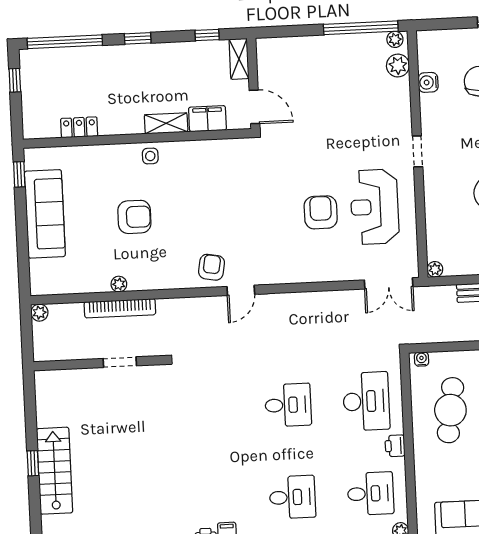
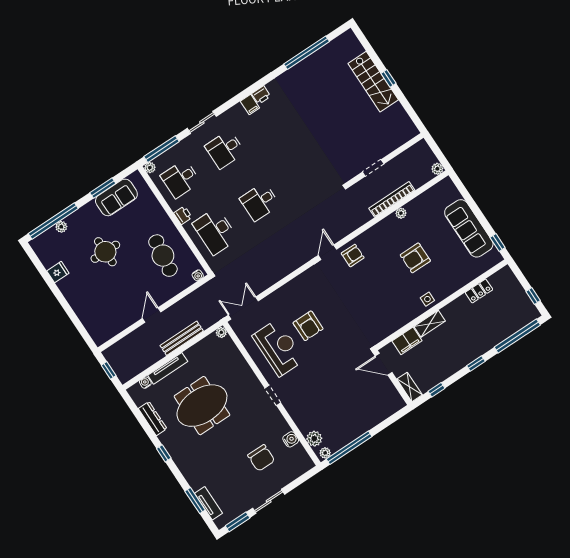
armchair: (212, 267) -> (353, 256), turned -100

